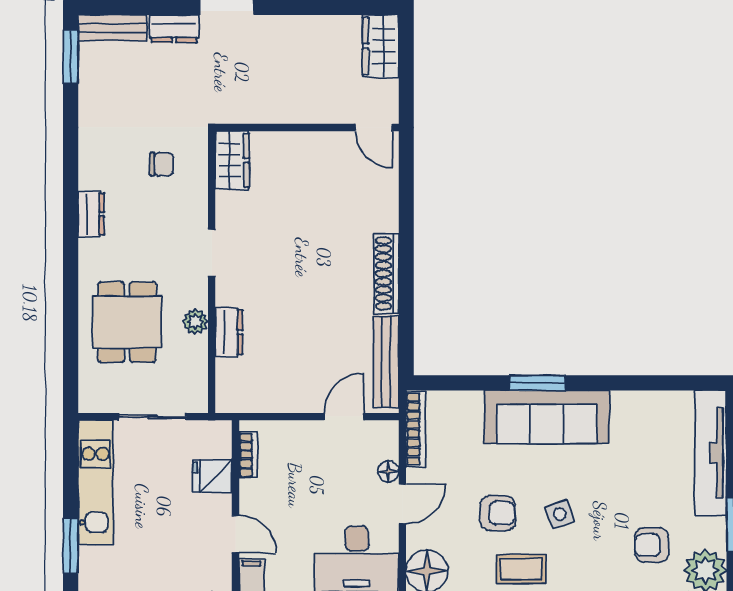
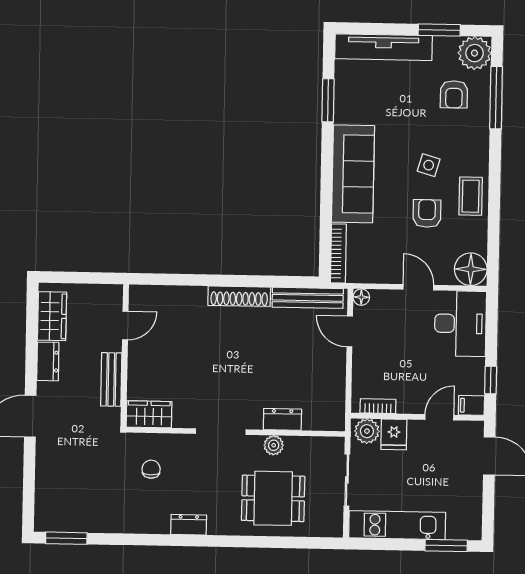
bench: (112, 28) -> (111, 379), moved
dresser: (174, 29) -> (48, 361), moved
wardrobe: (381, 46) -> (52, 316), moved, turned -90
door: (374, 127) -> (125, 326), moved
doorway: (212, 253) -> (221, 432), width x1.38
window: (537, 383) -> (328, 100), moved
bookcase: (416, 429) -> (338, 253), moved, turned 90
plant: (216, 441) -> (367, 431), added
floor lamp: (388, 471) -> (361, 297), moved
side table: (560, 514) -> (429, 165), turned 36

